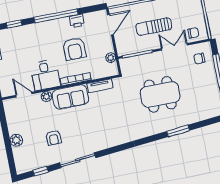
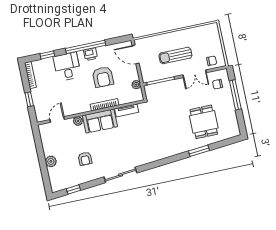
printer: (77, 21) -> (91, 54), moved
door: (110, 25) -> (136, 54), swing flipped
double door: (174, 47) -> (195, 74), swing flipped
desk: (45, 75) -> (67, 67), moved, turned 180
dining table: (160, 94) -> (204, 122), moved, width x0.73
door: (24, 95) -> (57, 119), hinge flipped
sliding door: (78, 160) -> (120, 175), moved

